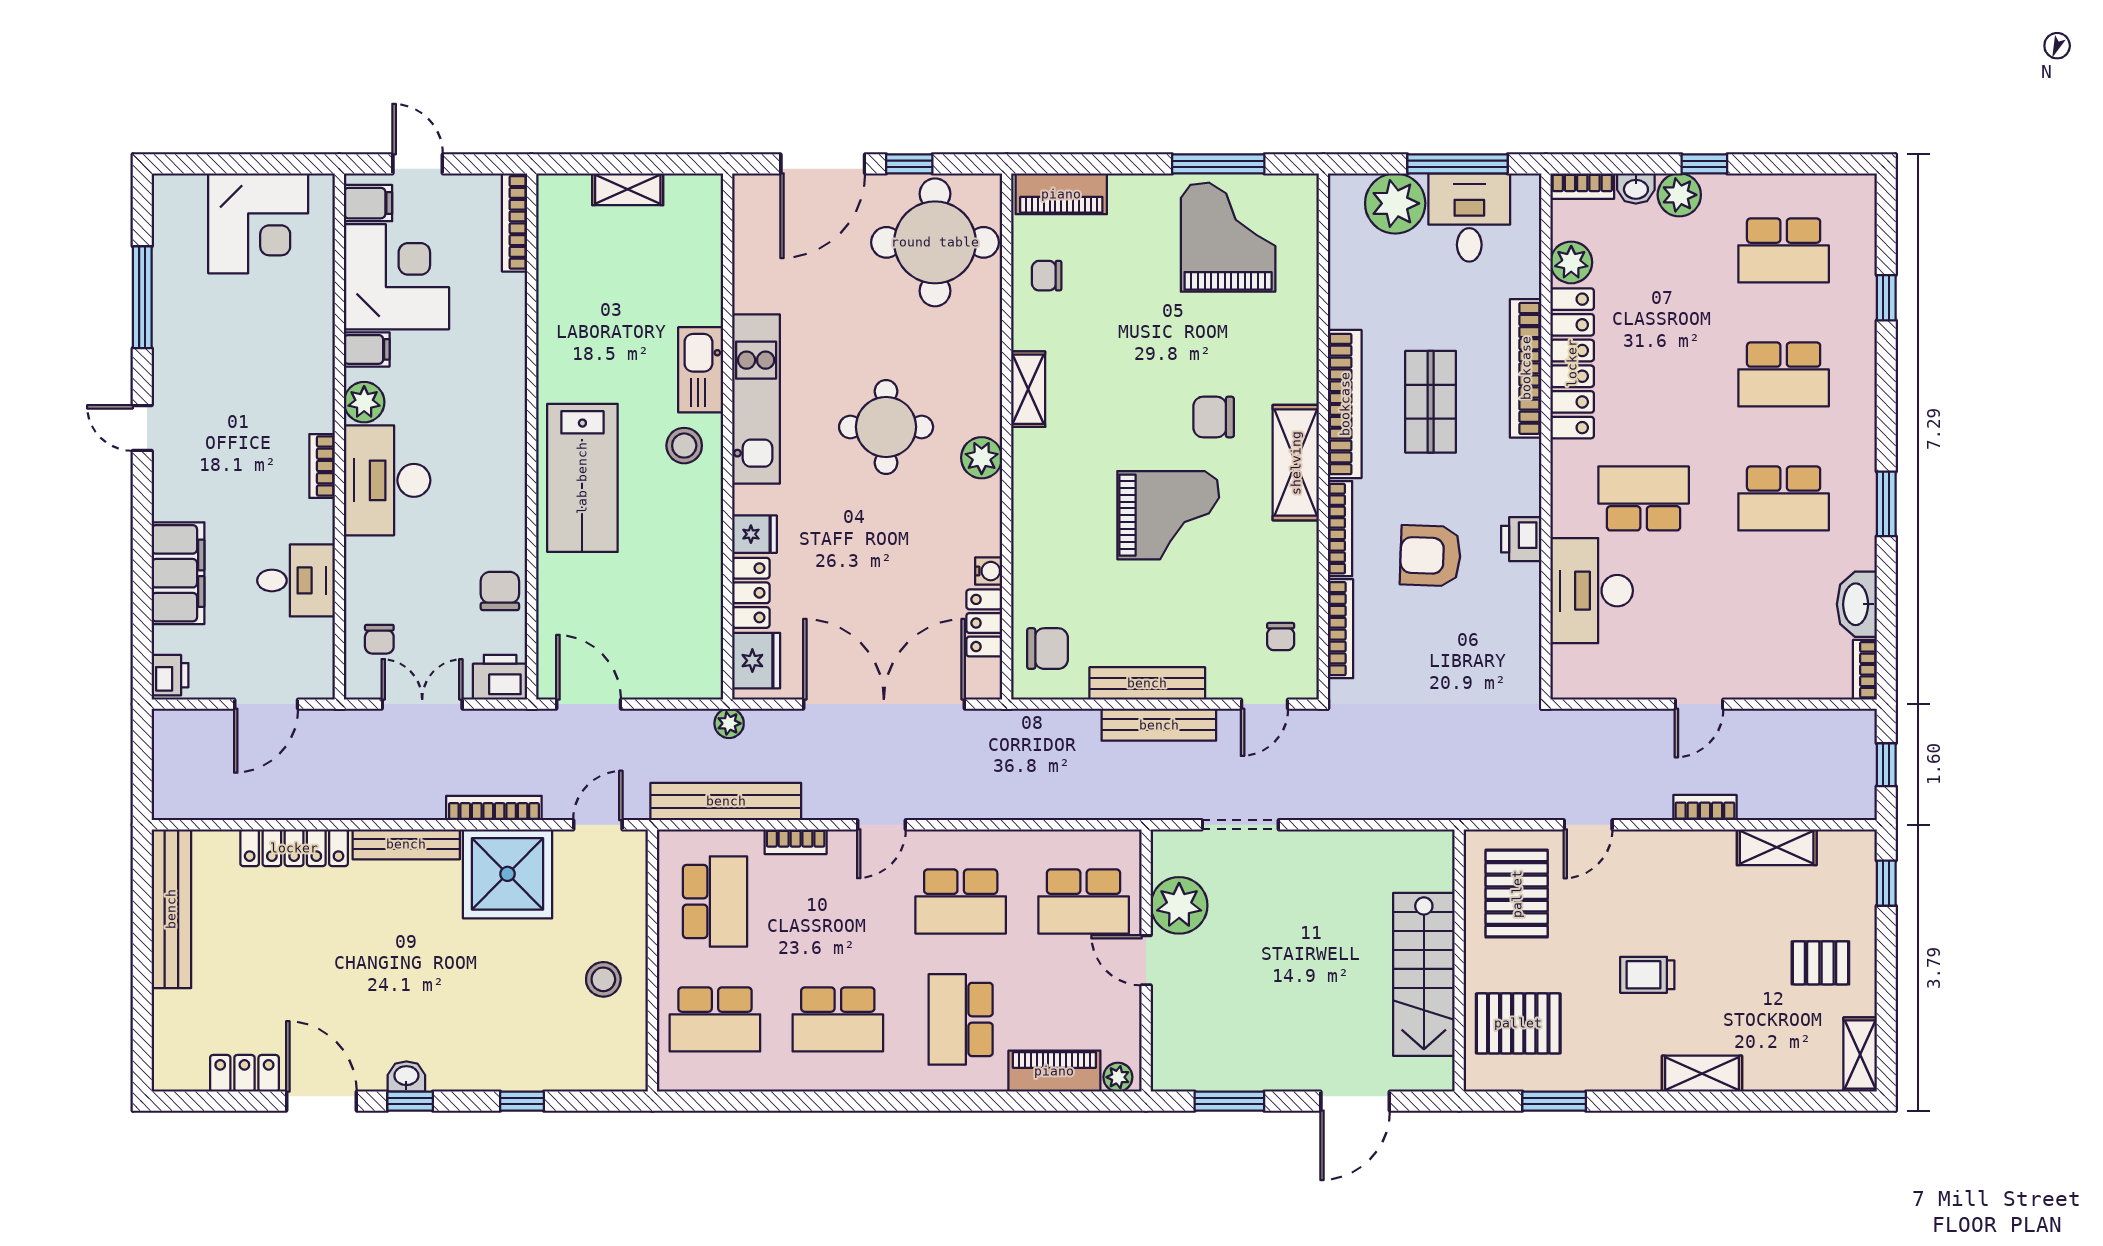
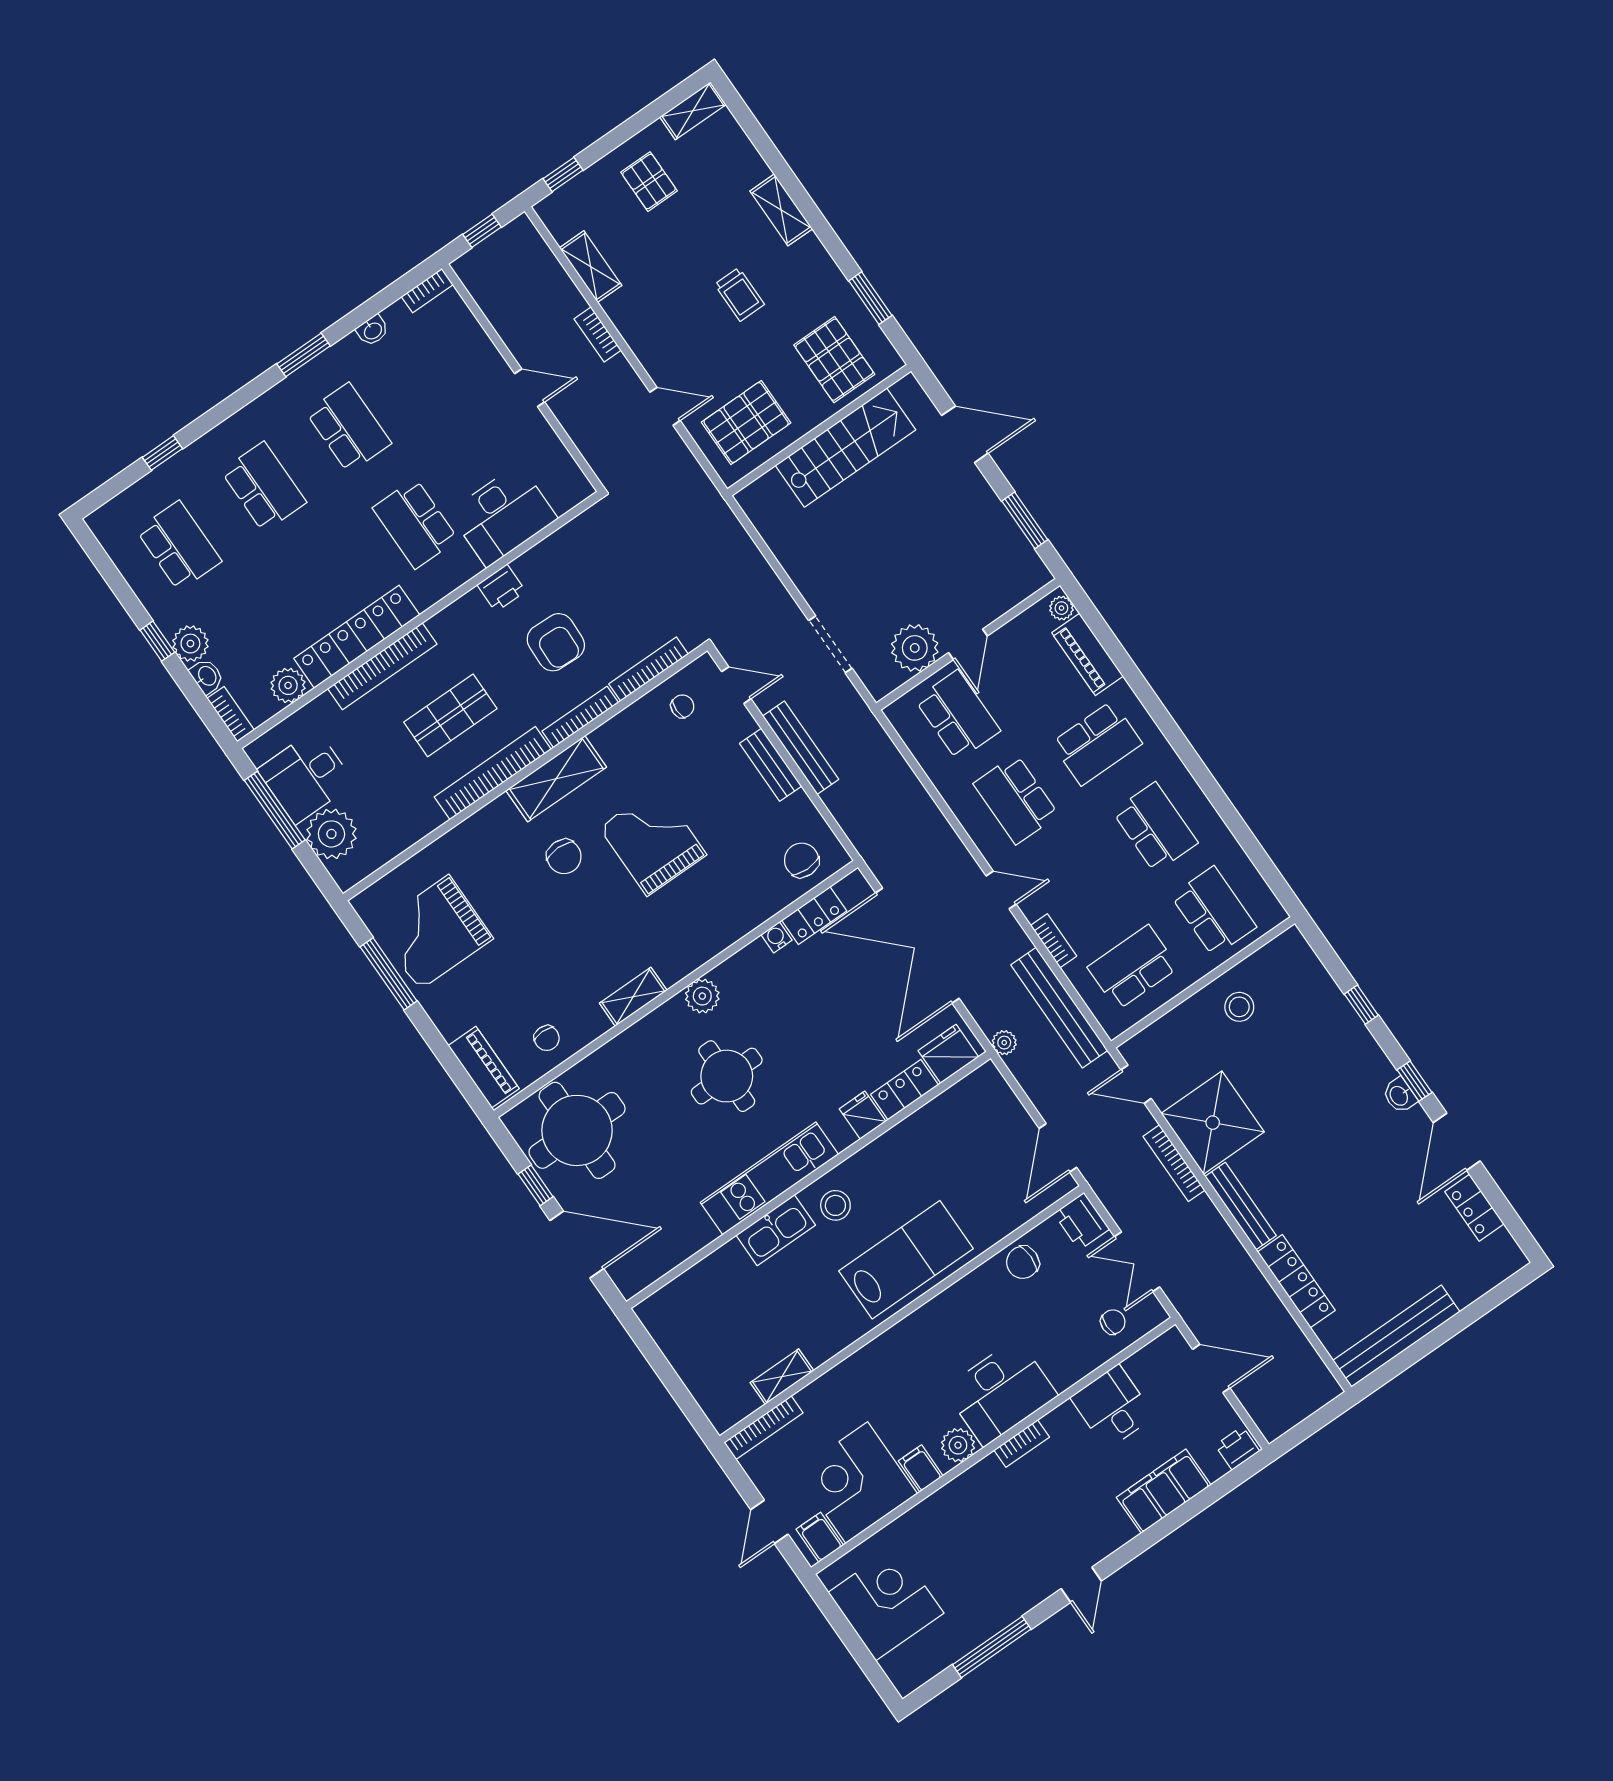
shelving: (628, 189) -> (782, 1377), moved, turned 90
washbasin: (1857, 604) -> (373, 330), width x0.52, depth x0.69
bench: (1147, 683) -> (771, 765), width x0.73
school desk: (961, 901) -> (1016, 799), turned 180

